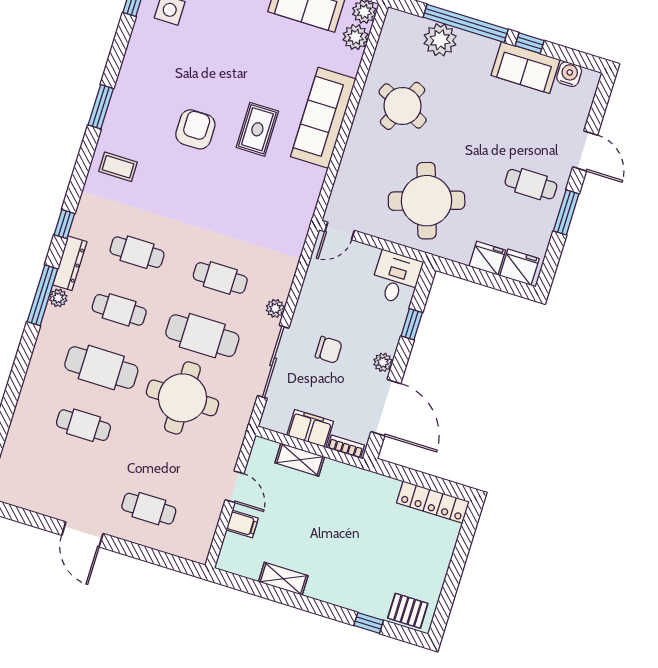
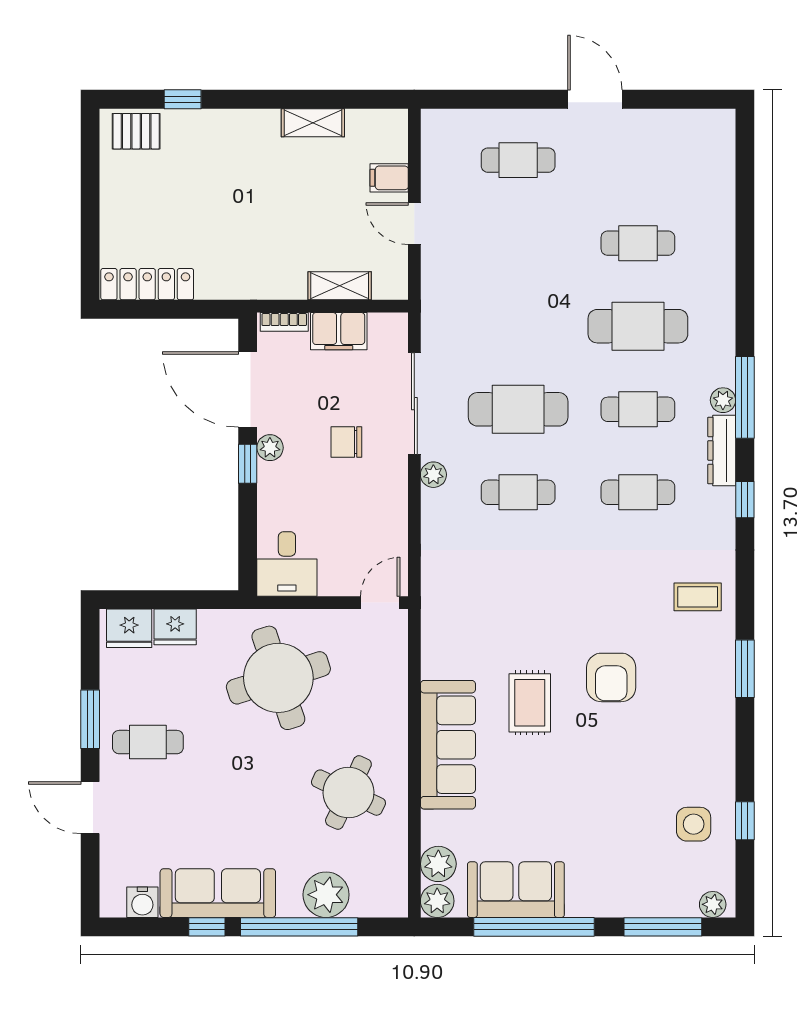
sofa: (525, 67) -> (218, 893), width x1.36
window: (412, 324) -> (248, 464), moved
round table: (182, 398) -> (519, 319), removed

